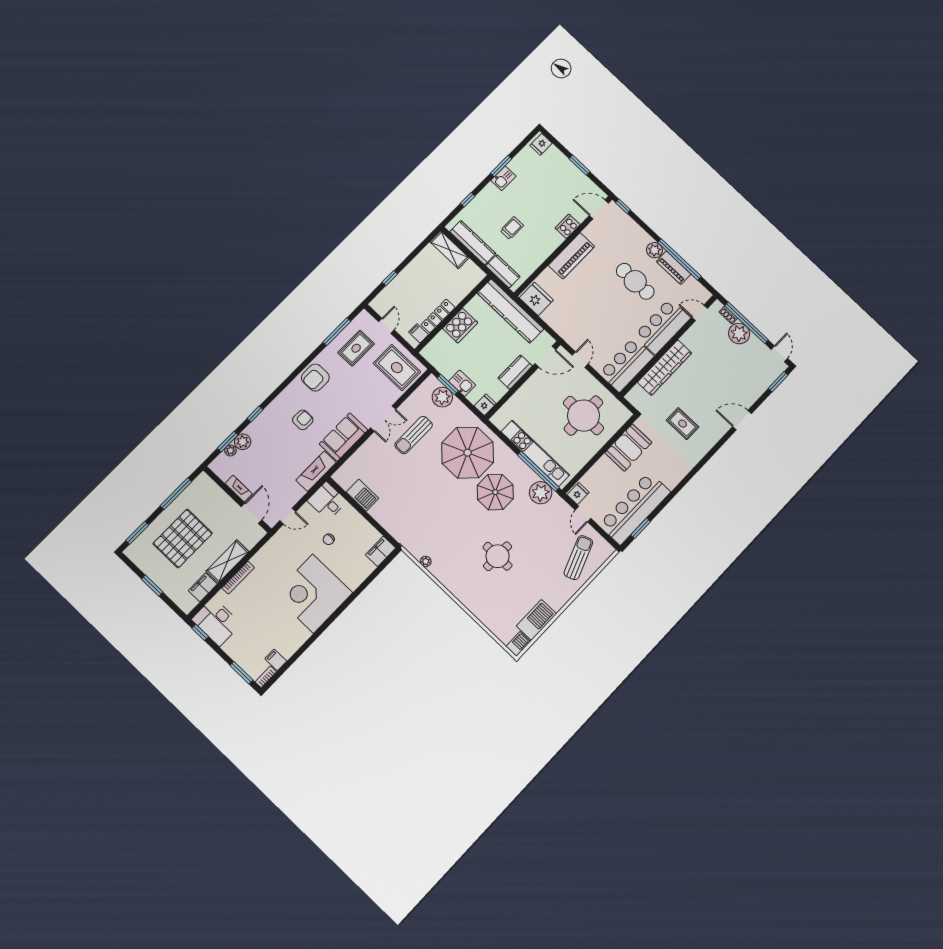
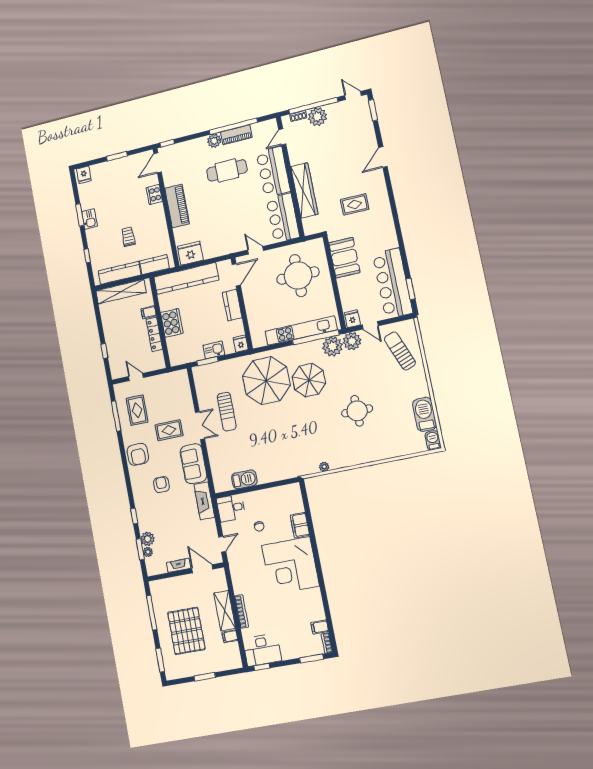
shelving: (449, 250) -> (121, 292), width x1.47
filing cabinet: (419, 333) -> (149, 312), moved
rug: (397, 368) -> (169, 430), moved, width x0.73, depth x0.70
plant: (442, 397) -> (352, 341), moved
filing cabinet: (381, 551) -> (300, 525), moved
filing cabinet: (203, 587) -> (230, 636), width x0.50

